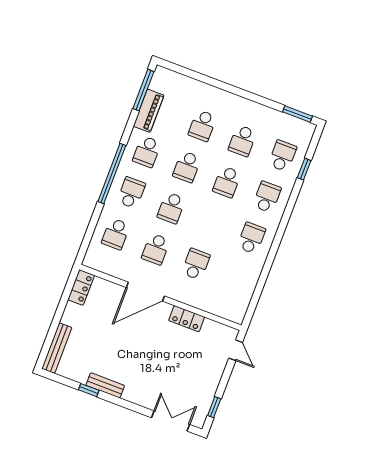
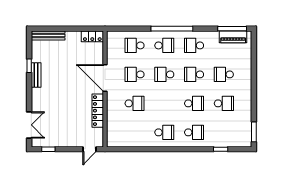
piano: (149, 111) -> (233, 37), moved
school desk: (242, 141) -> (224, 103), turned 180
school desk: (282, 156) -> (224, 132), removed
school desk: (227, 182) -> (194, 103), turned 180
locker: (187, 319) -> (98, 111), width x1.53

